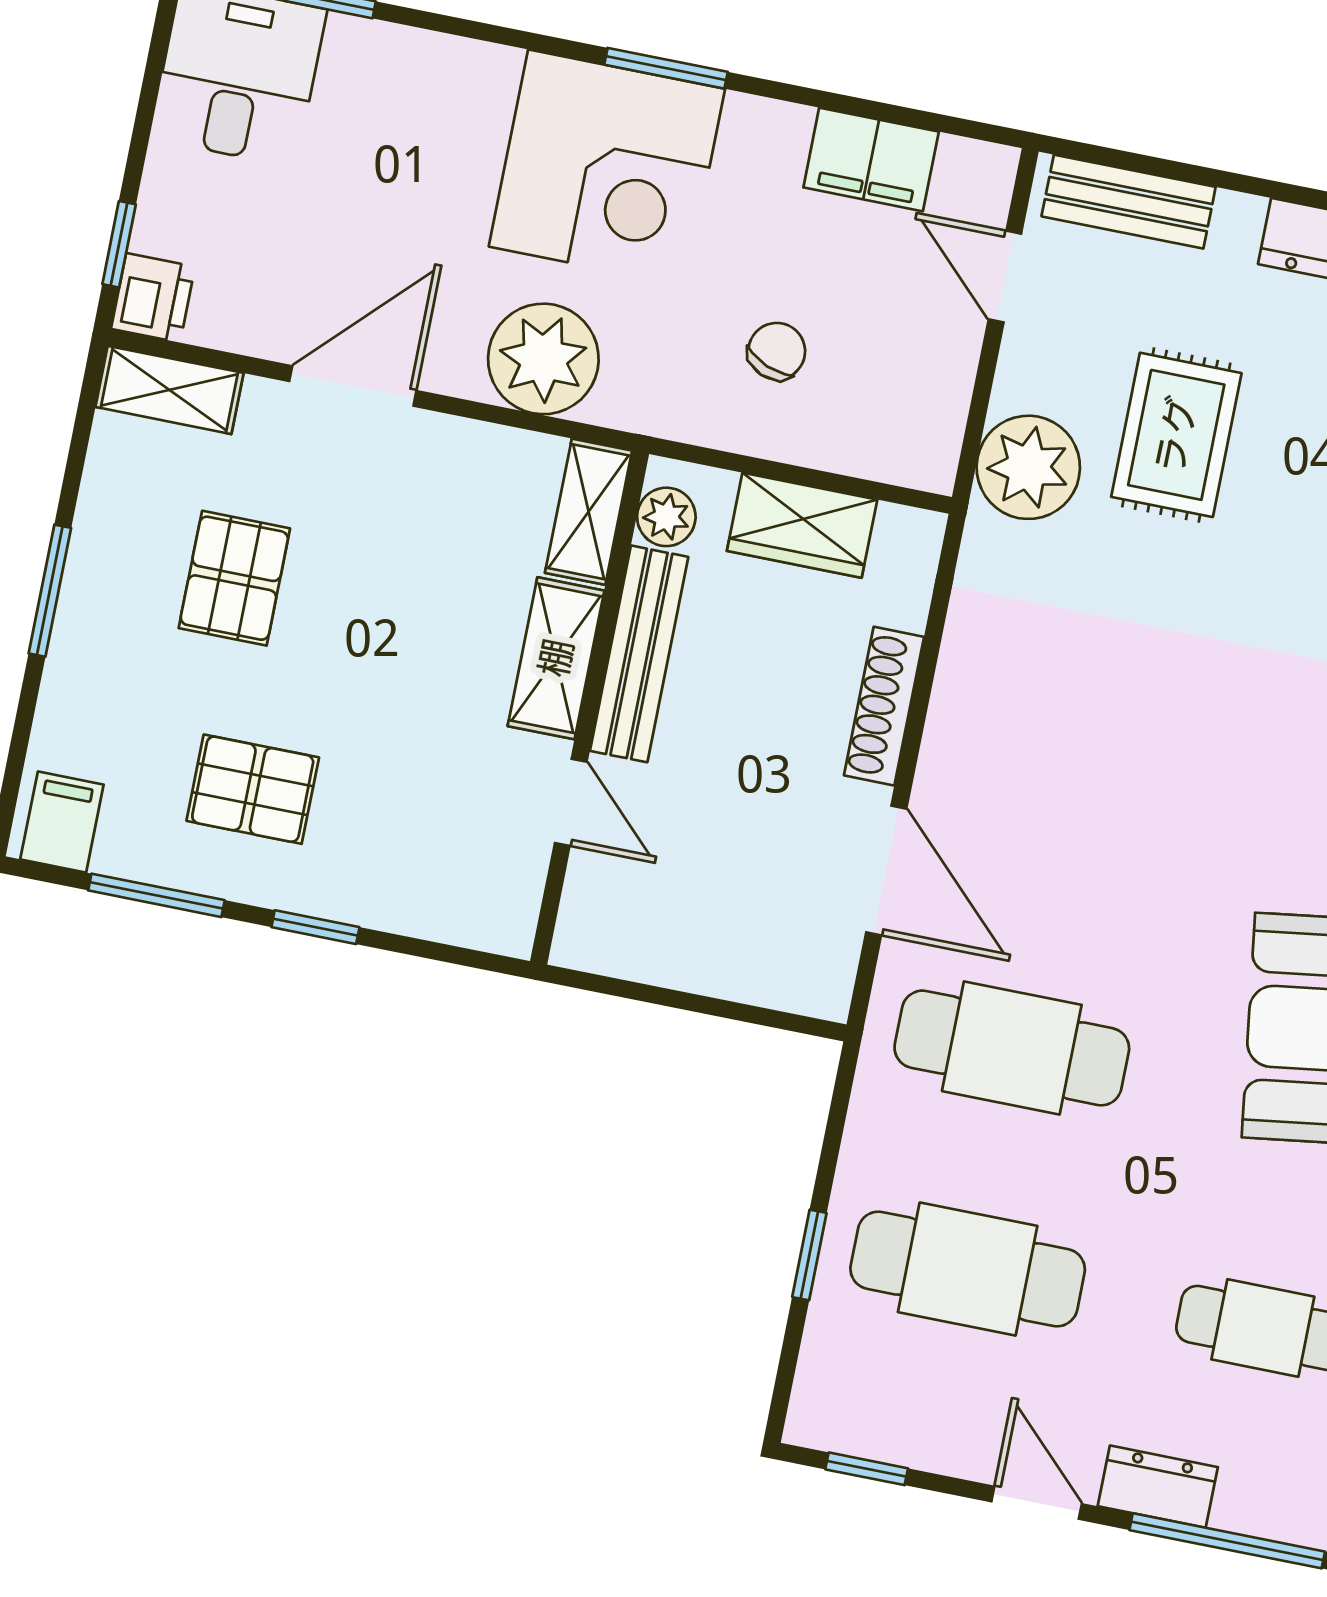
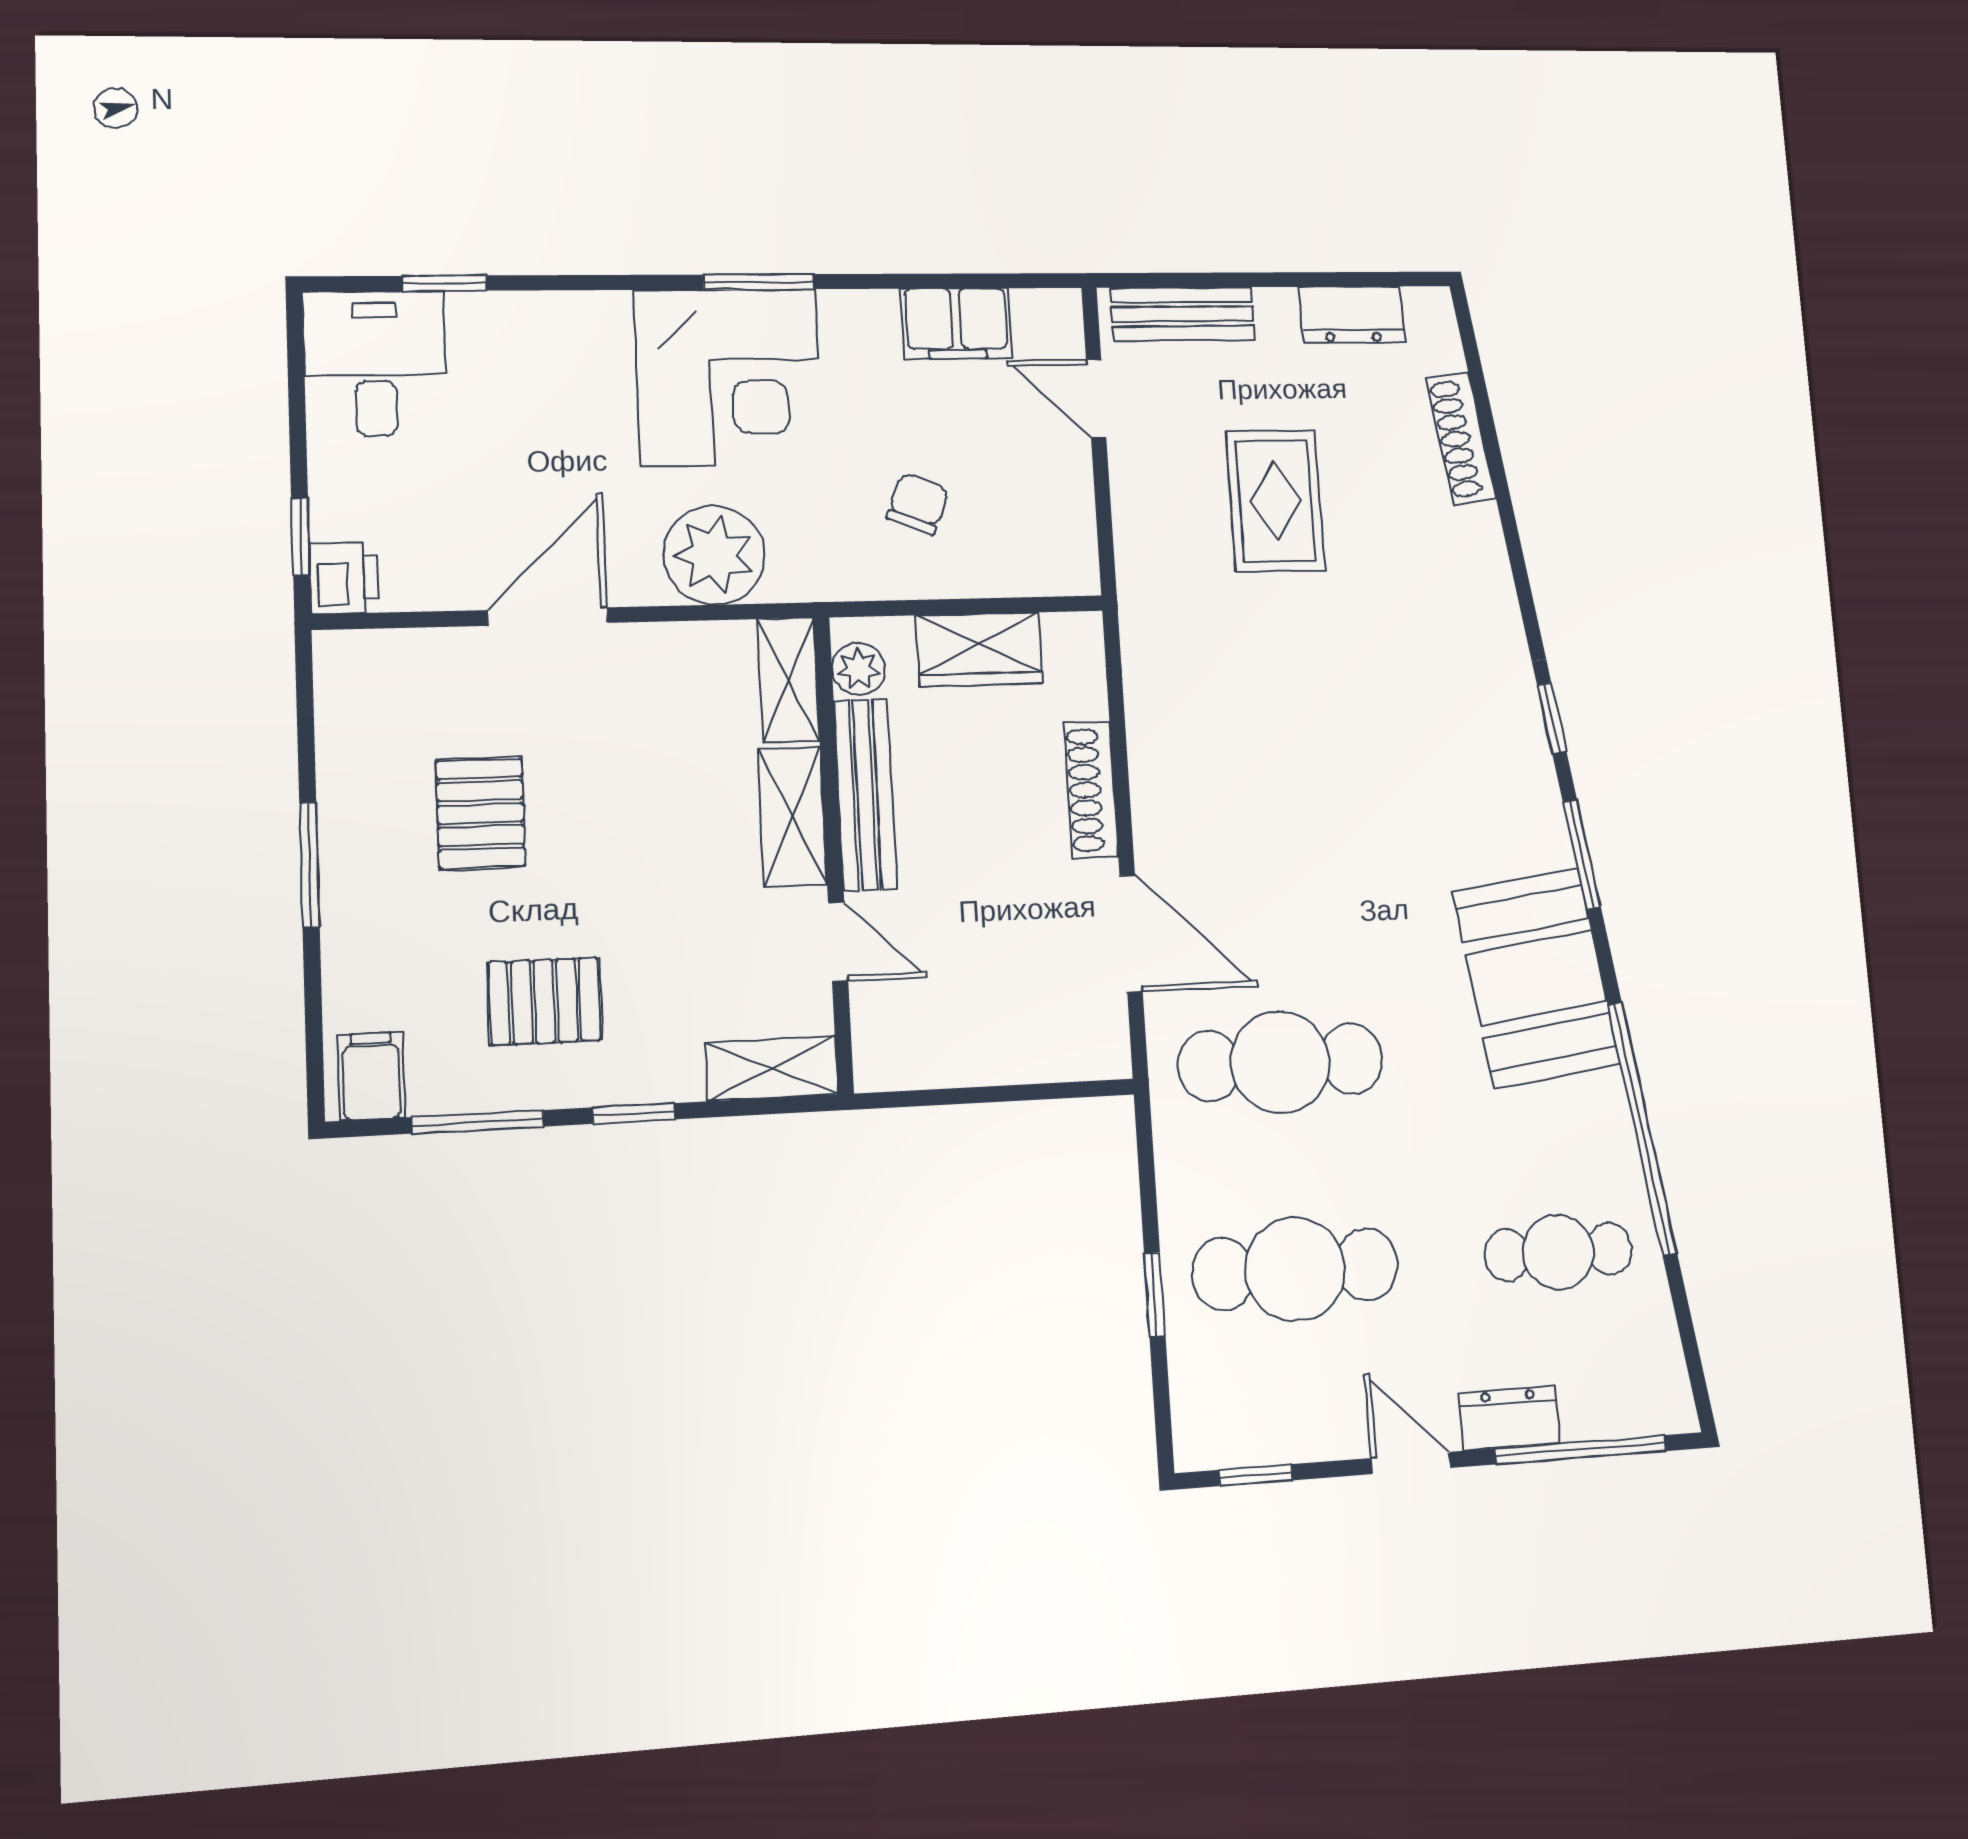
shelving: (169, 390) -> (772, 1069), moved
plant: (1028, 467) -> (1159, 556), removed

